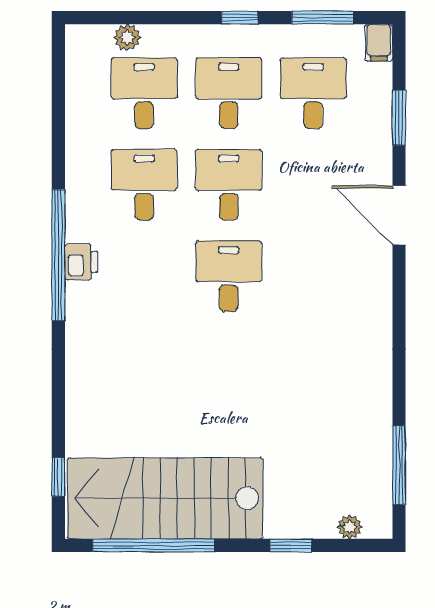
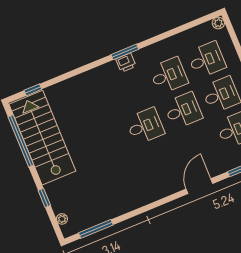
plant: (127, 37) -> (218, 23), moved
window: (58, 255) -> (125, 52), width x0.47

